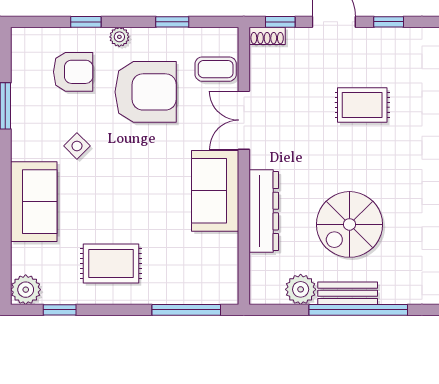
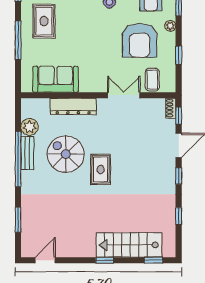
rug: (362, 105) -> (101, 169), moved
sofa: (215, 191) -> (56, 79), moved
window: (186, 310) -> (18, 40), moved

